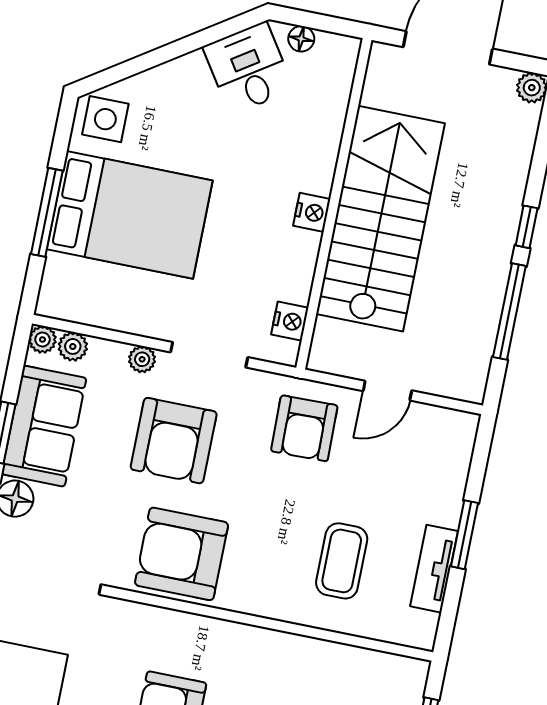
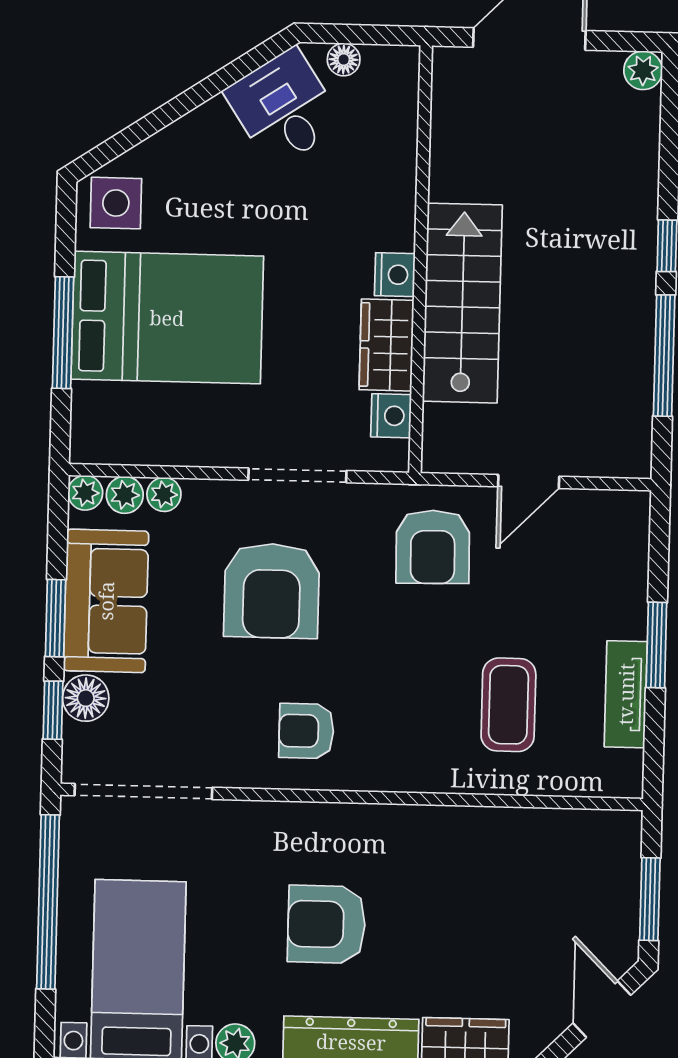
stairs: (380, 219) -> (462, 303), width x0.73, depth x0.66
wardrobe: (296, 266) -> (387, 345), added
plant: (142, 359) -> (164, 494), moved
armchair: (182, 554) -> (306, 731), width x0.53, depth x0.53

